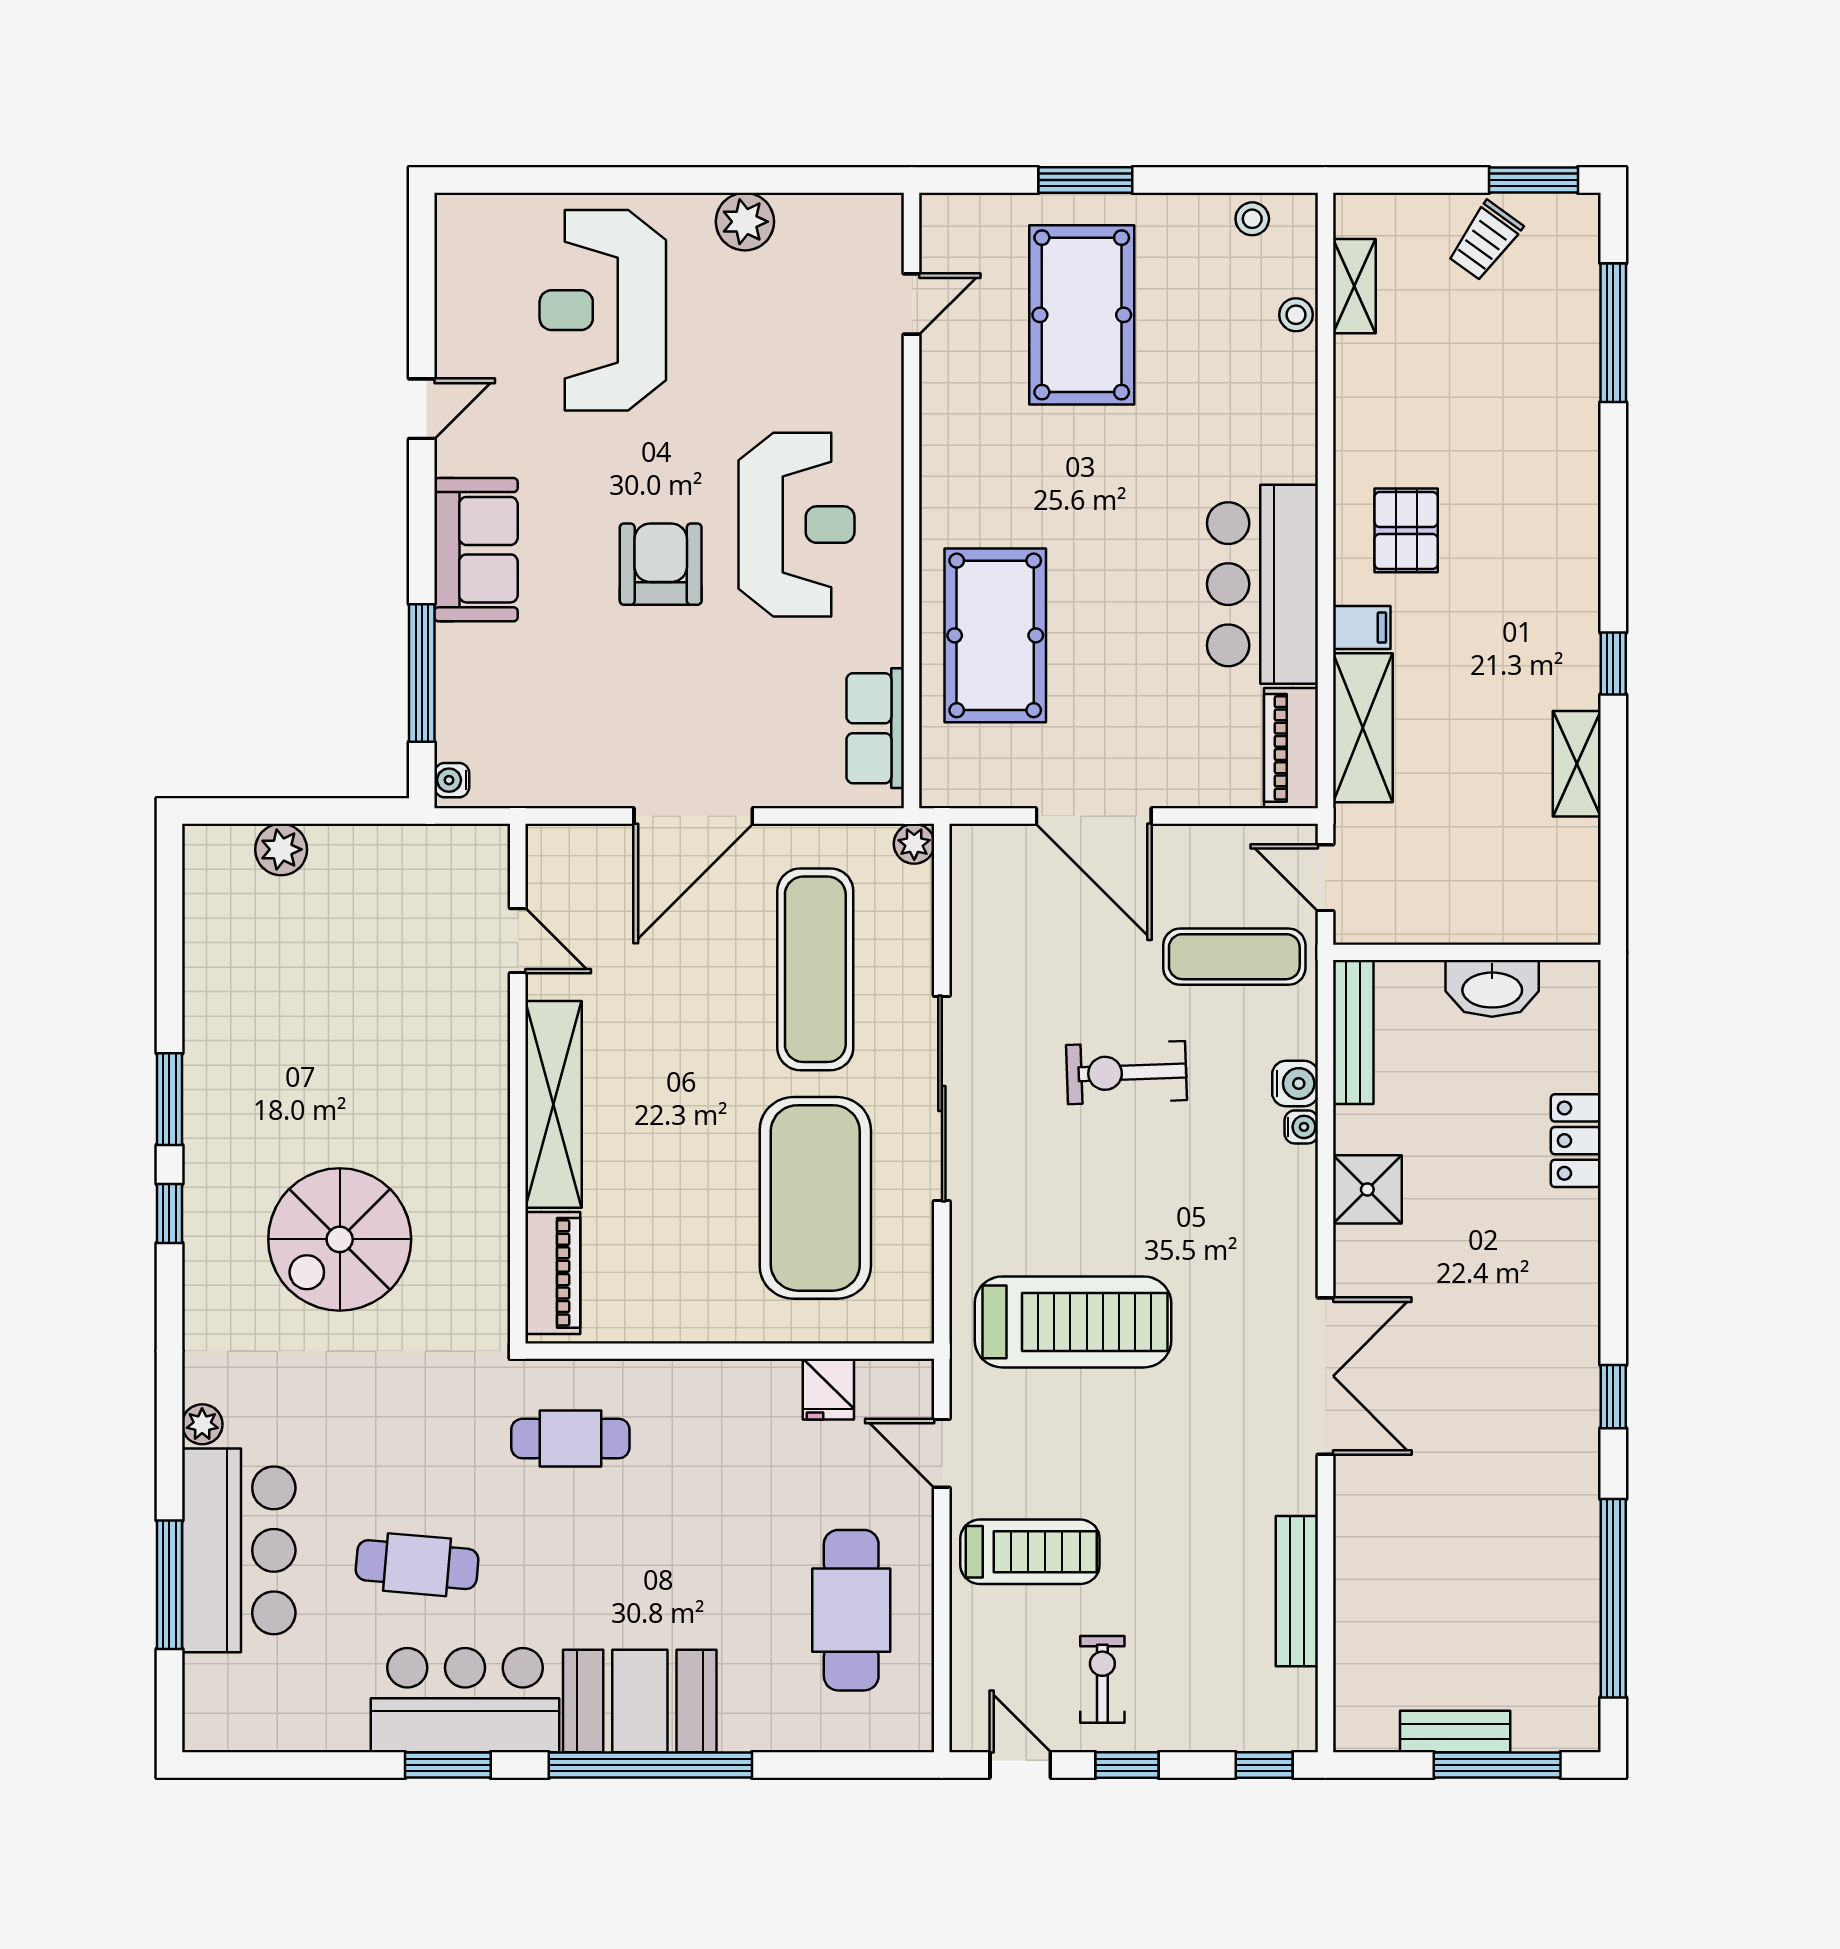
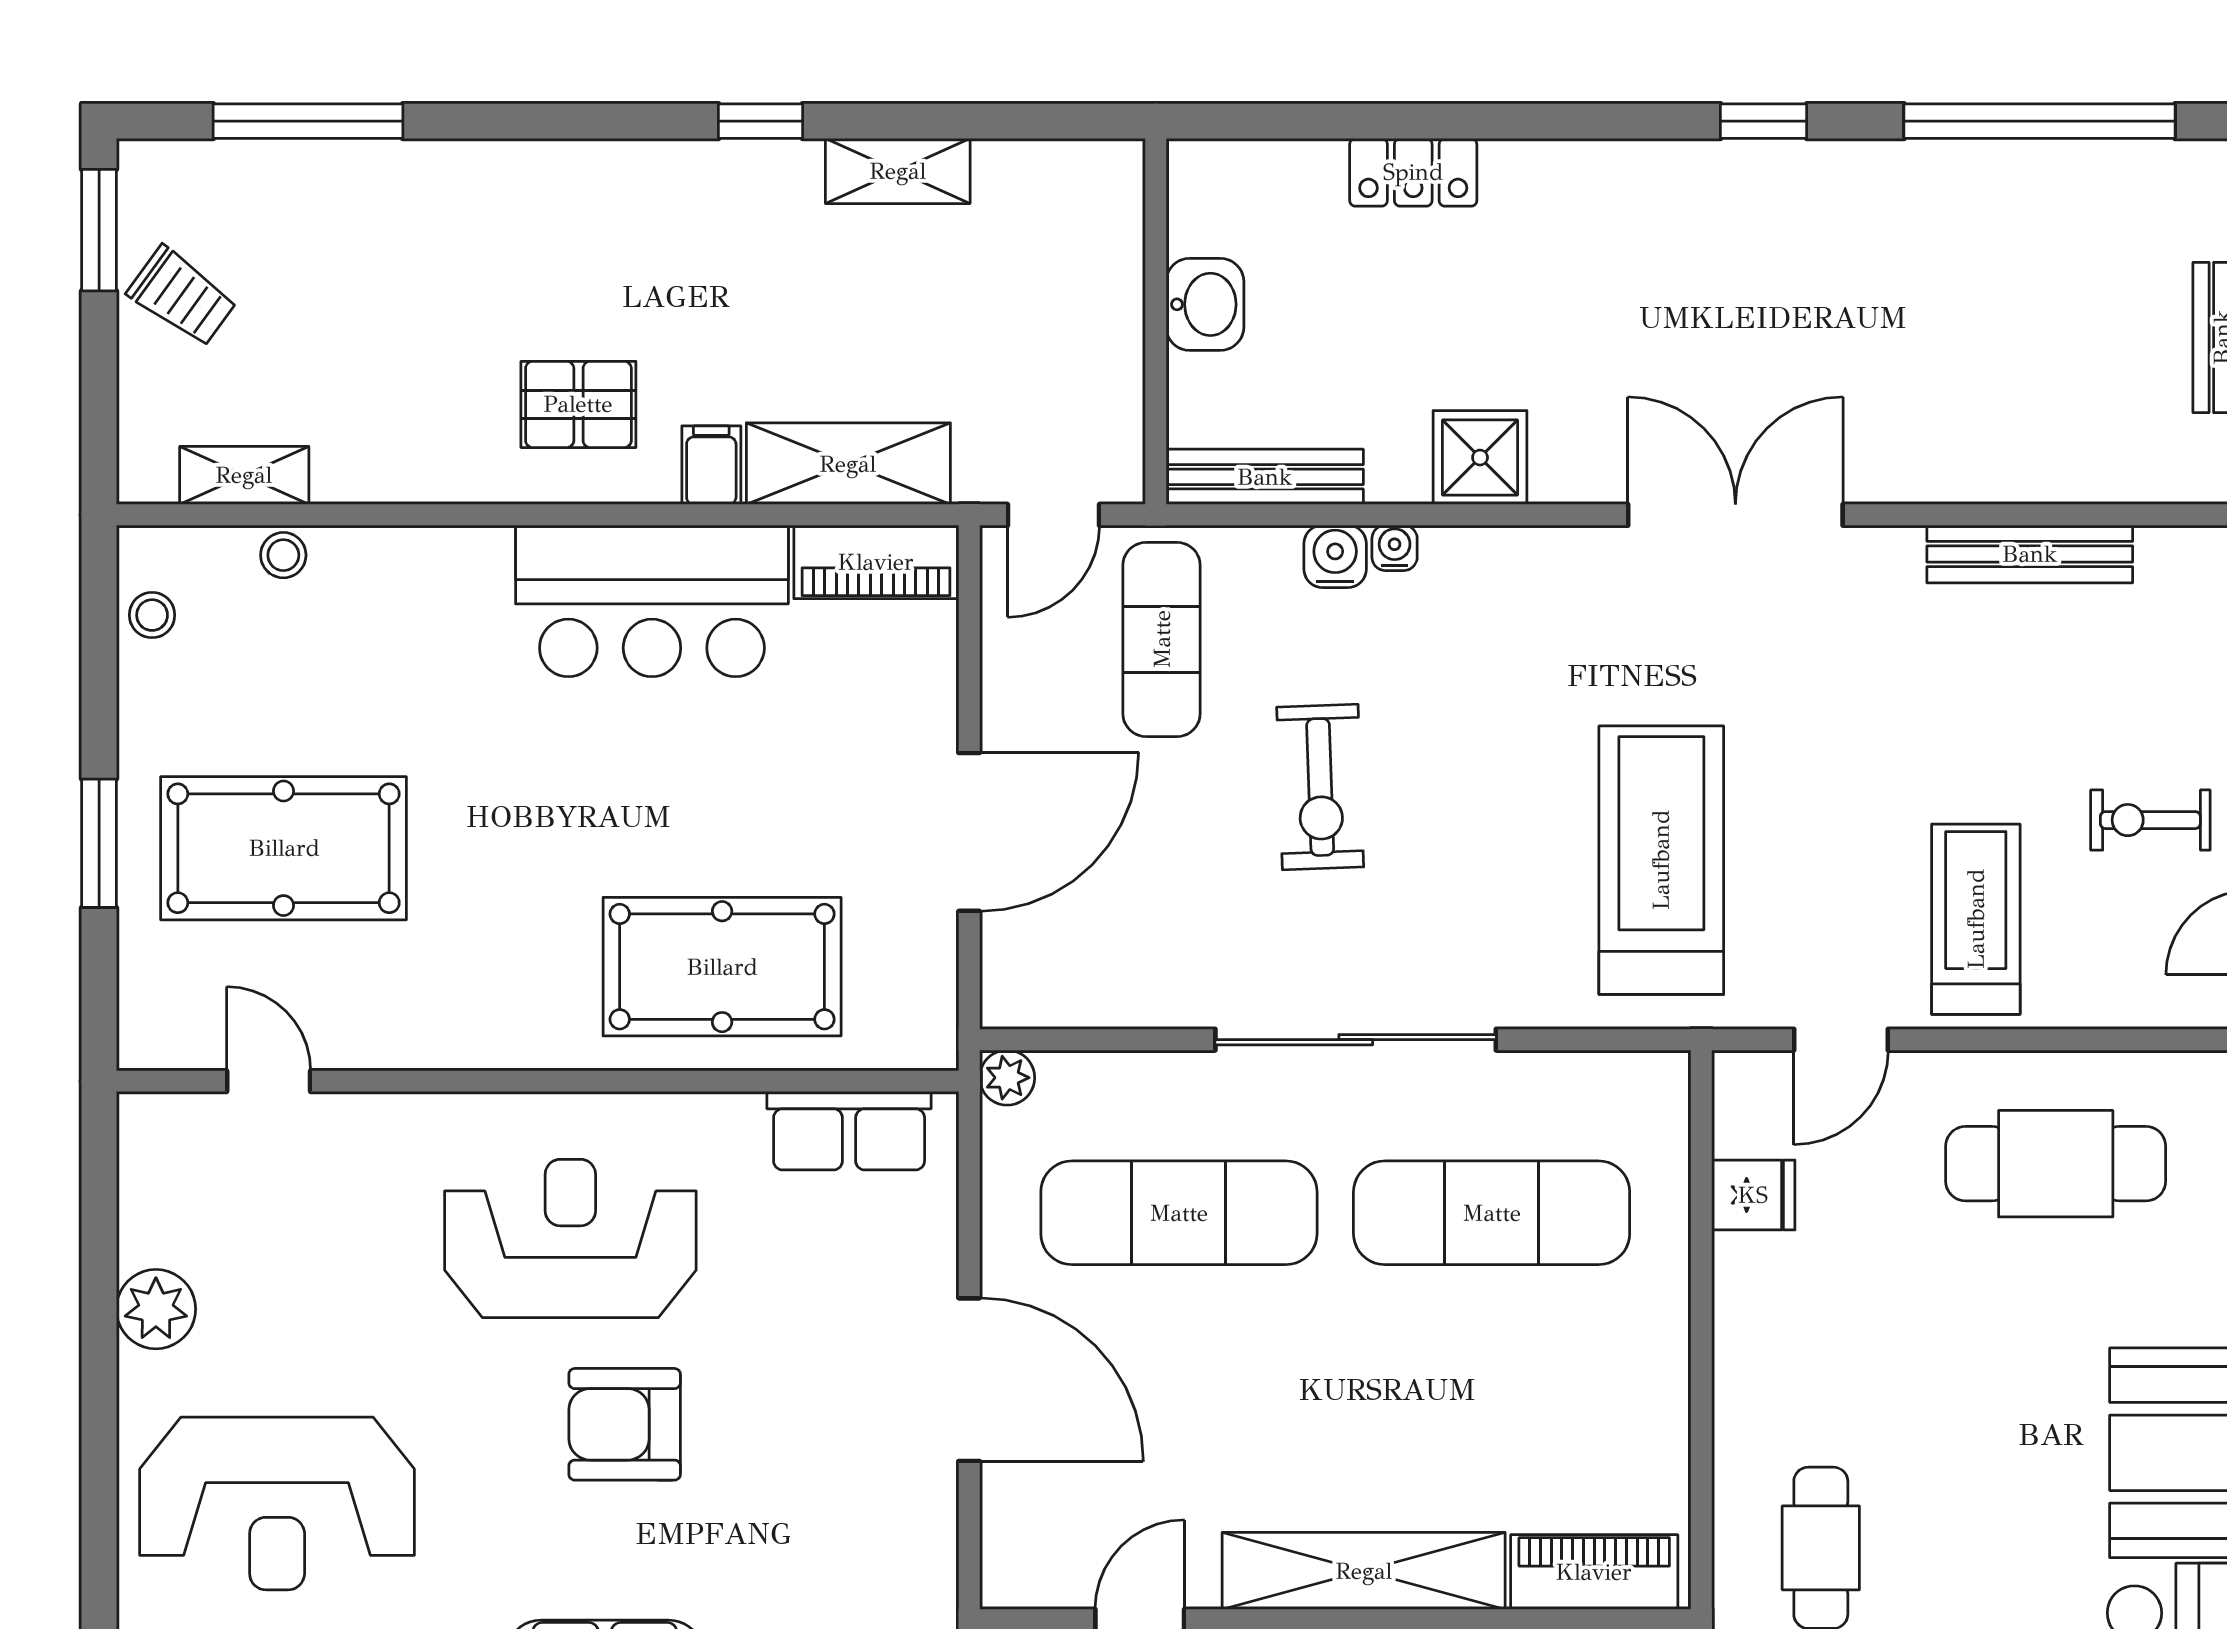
washbasin: (1492, 988) -> (1205, 304), width x0.72
exercise mat: (815, 1198) -> (1492, 1213), width x0.68

